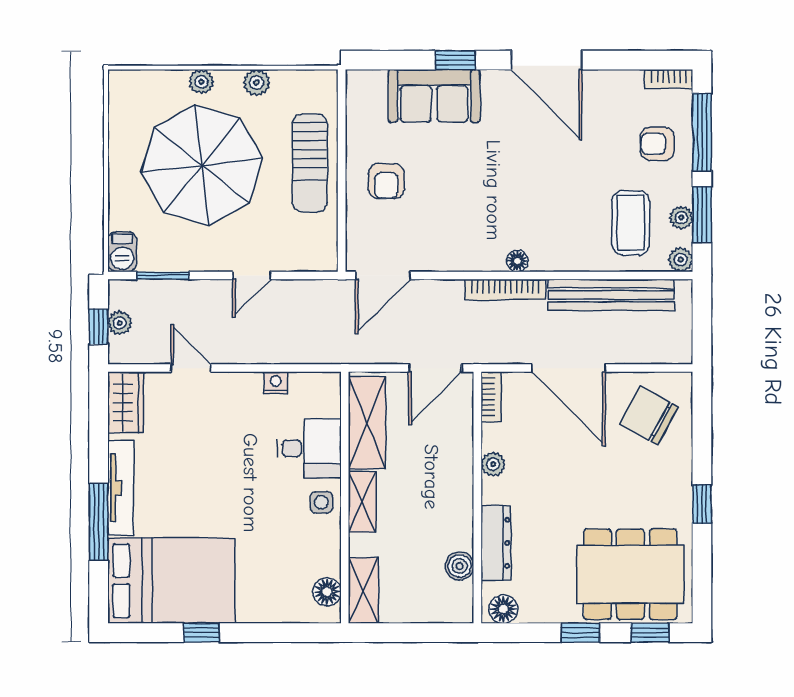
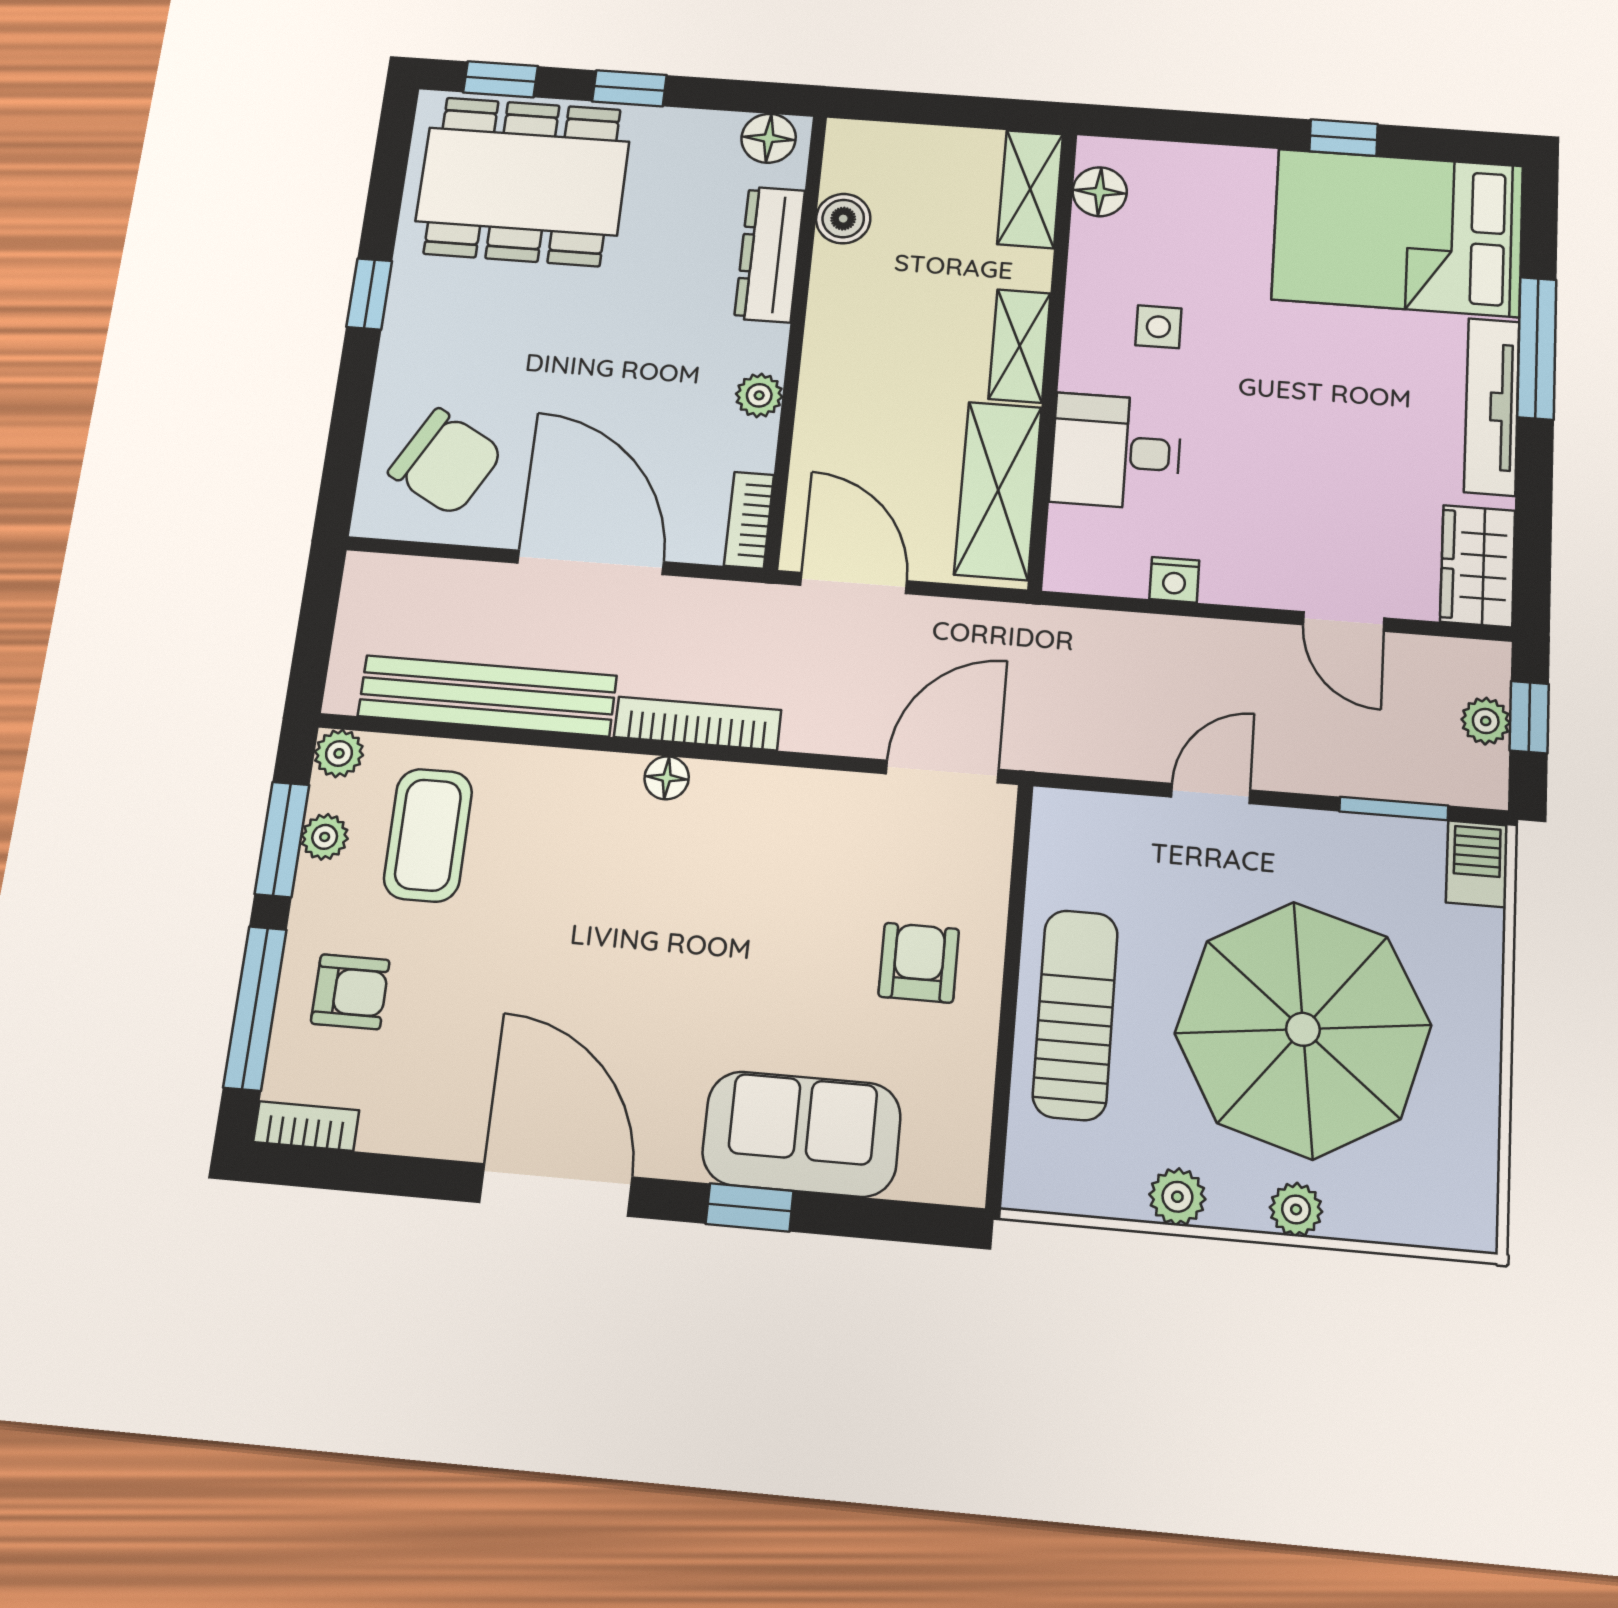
door: (435, 368) -> (854, 583), hinge flipped
side table: (321, 502) -> (1158, 327), moved

